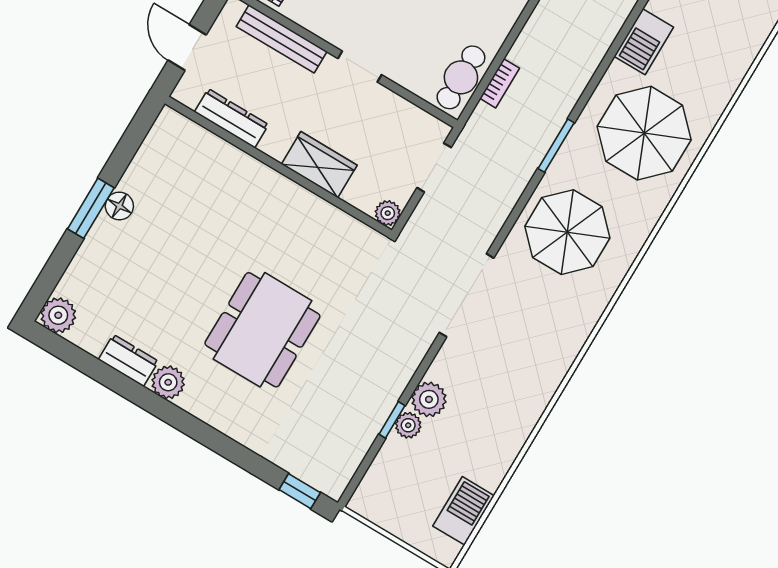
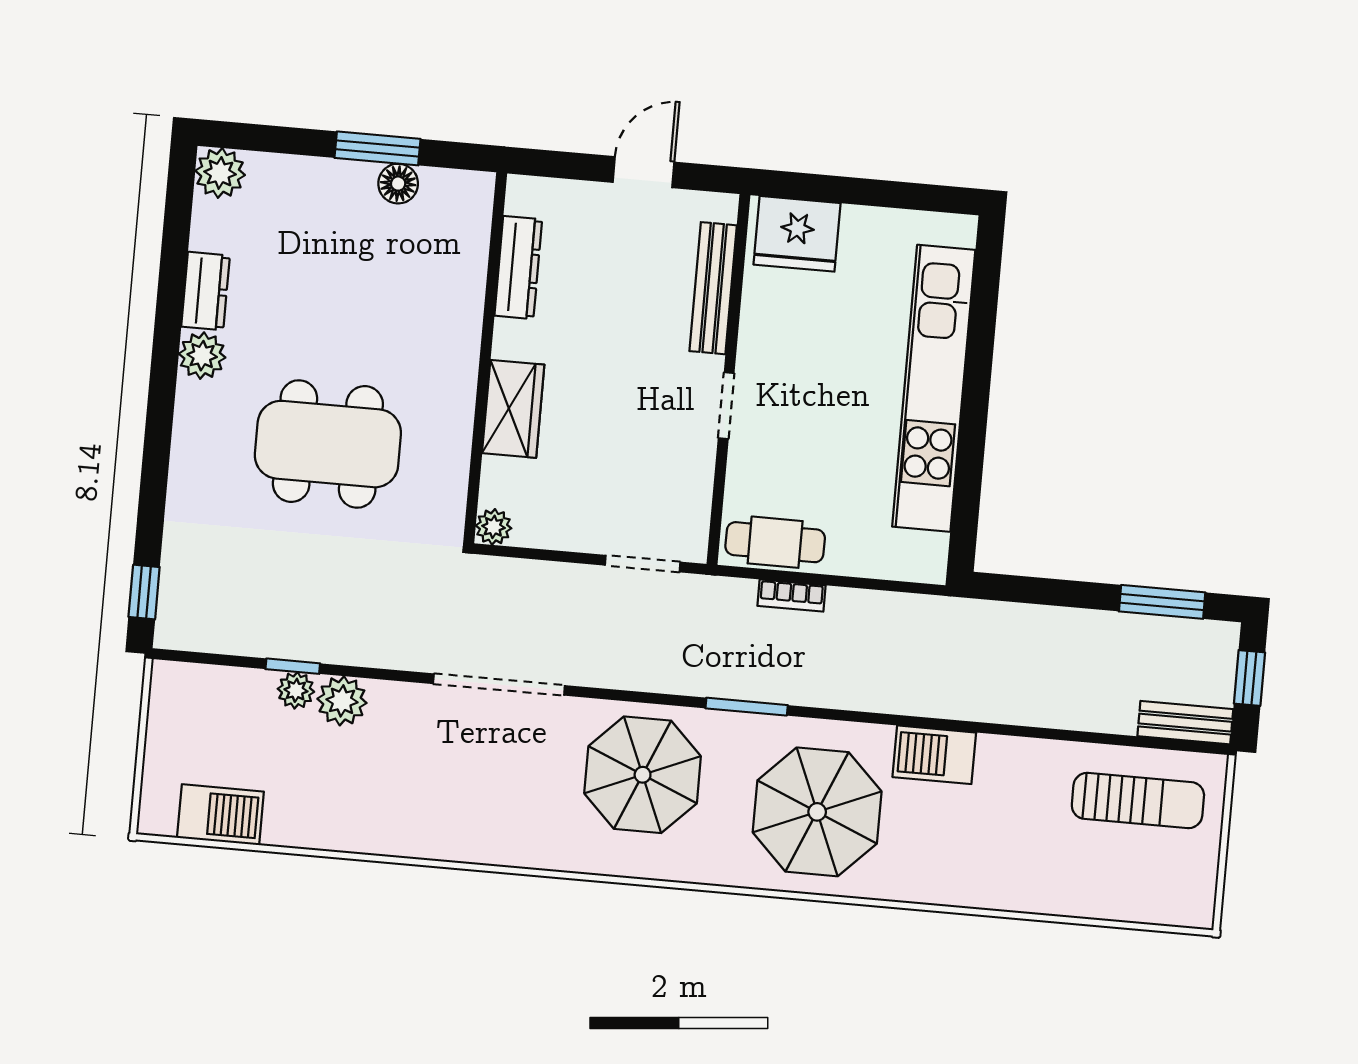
dresser: (231, 118) -> (518, 267), moved
wardrobe: (319, 165) -> (513, 409), moved
wall: (278, 167) -> (485, 358), moved
plant: (388, 213) -> (493, 527), moved

